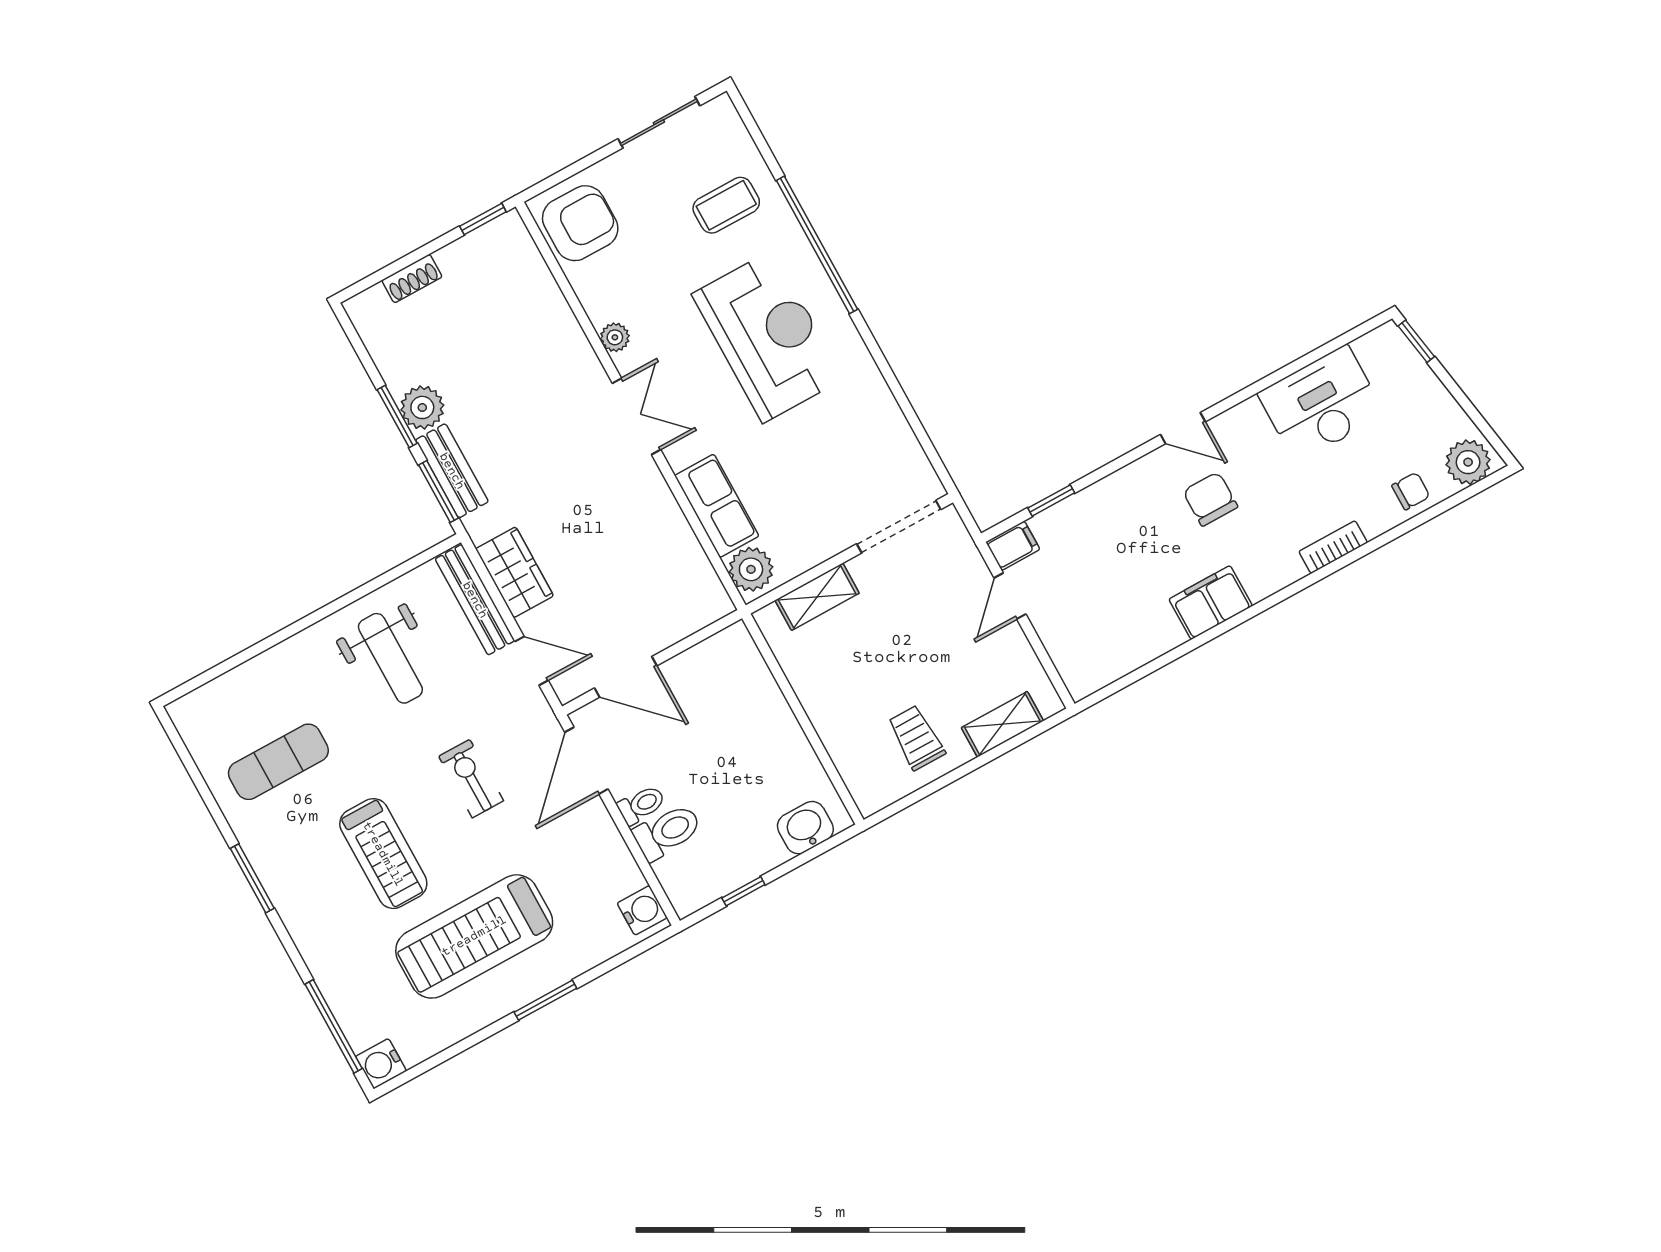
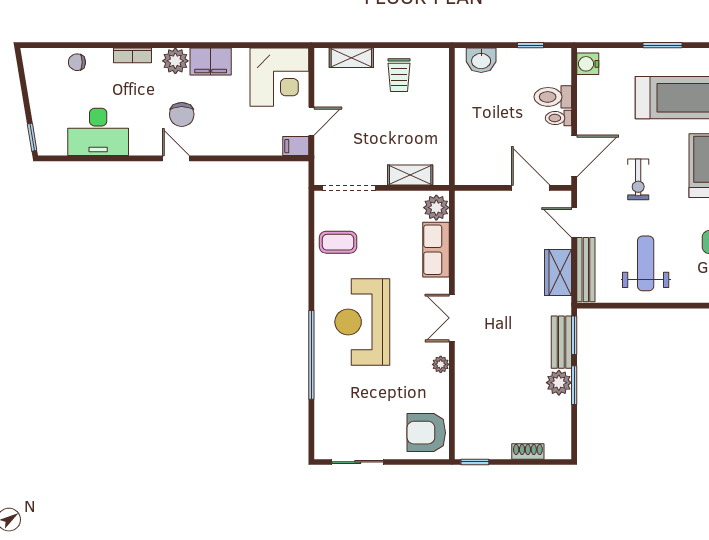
coffee table: (726, 205) -> (338, 242), moved
plant: (1468, 462) -> (175, 61), moved
window: (1051, 500) -> (263, 158), removed
corner desk: (1094, 636) -> (279, 77), added

